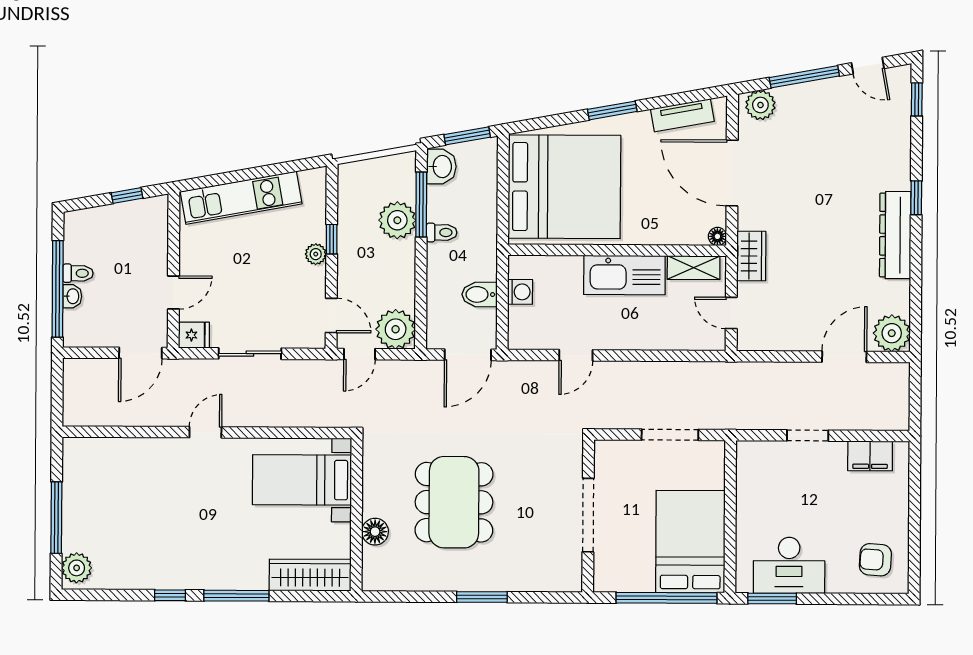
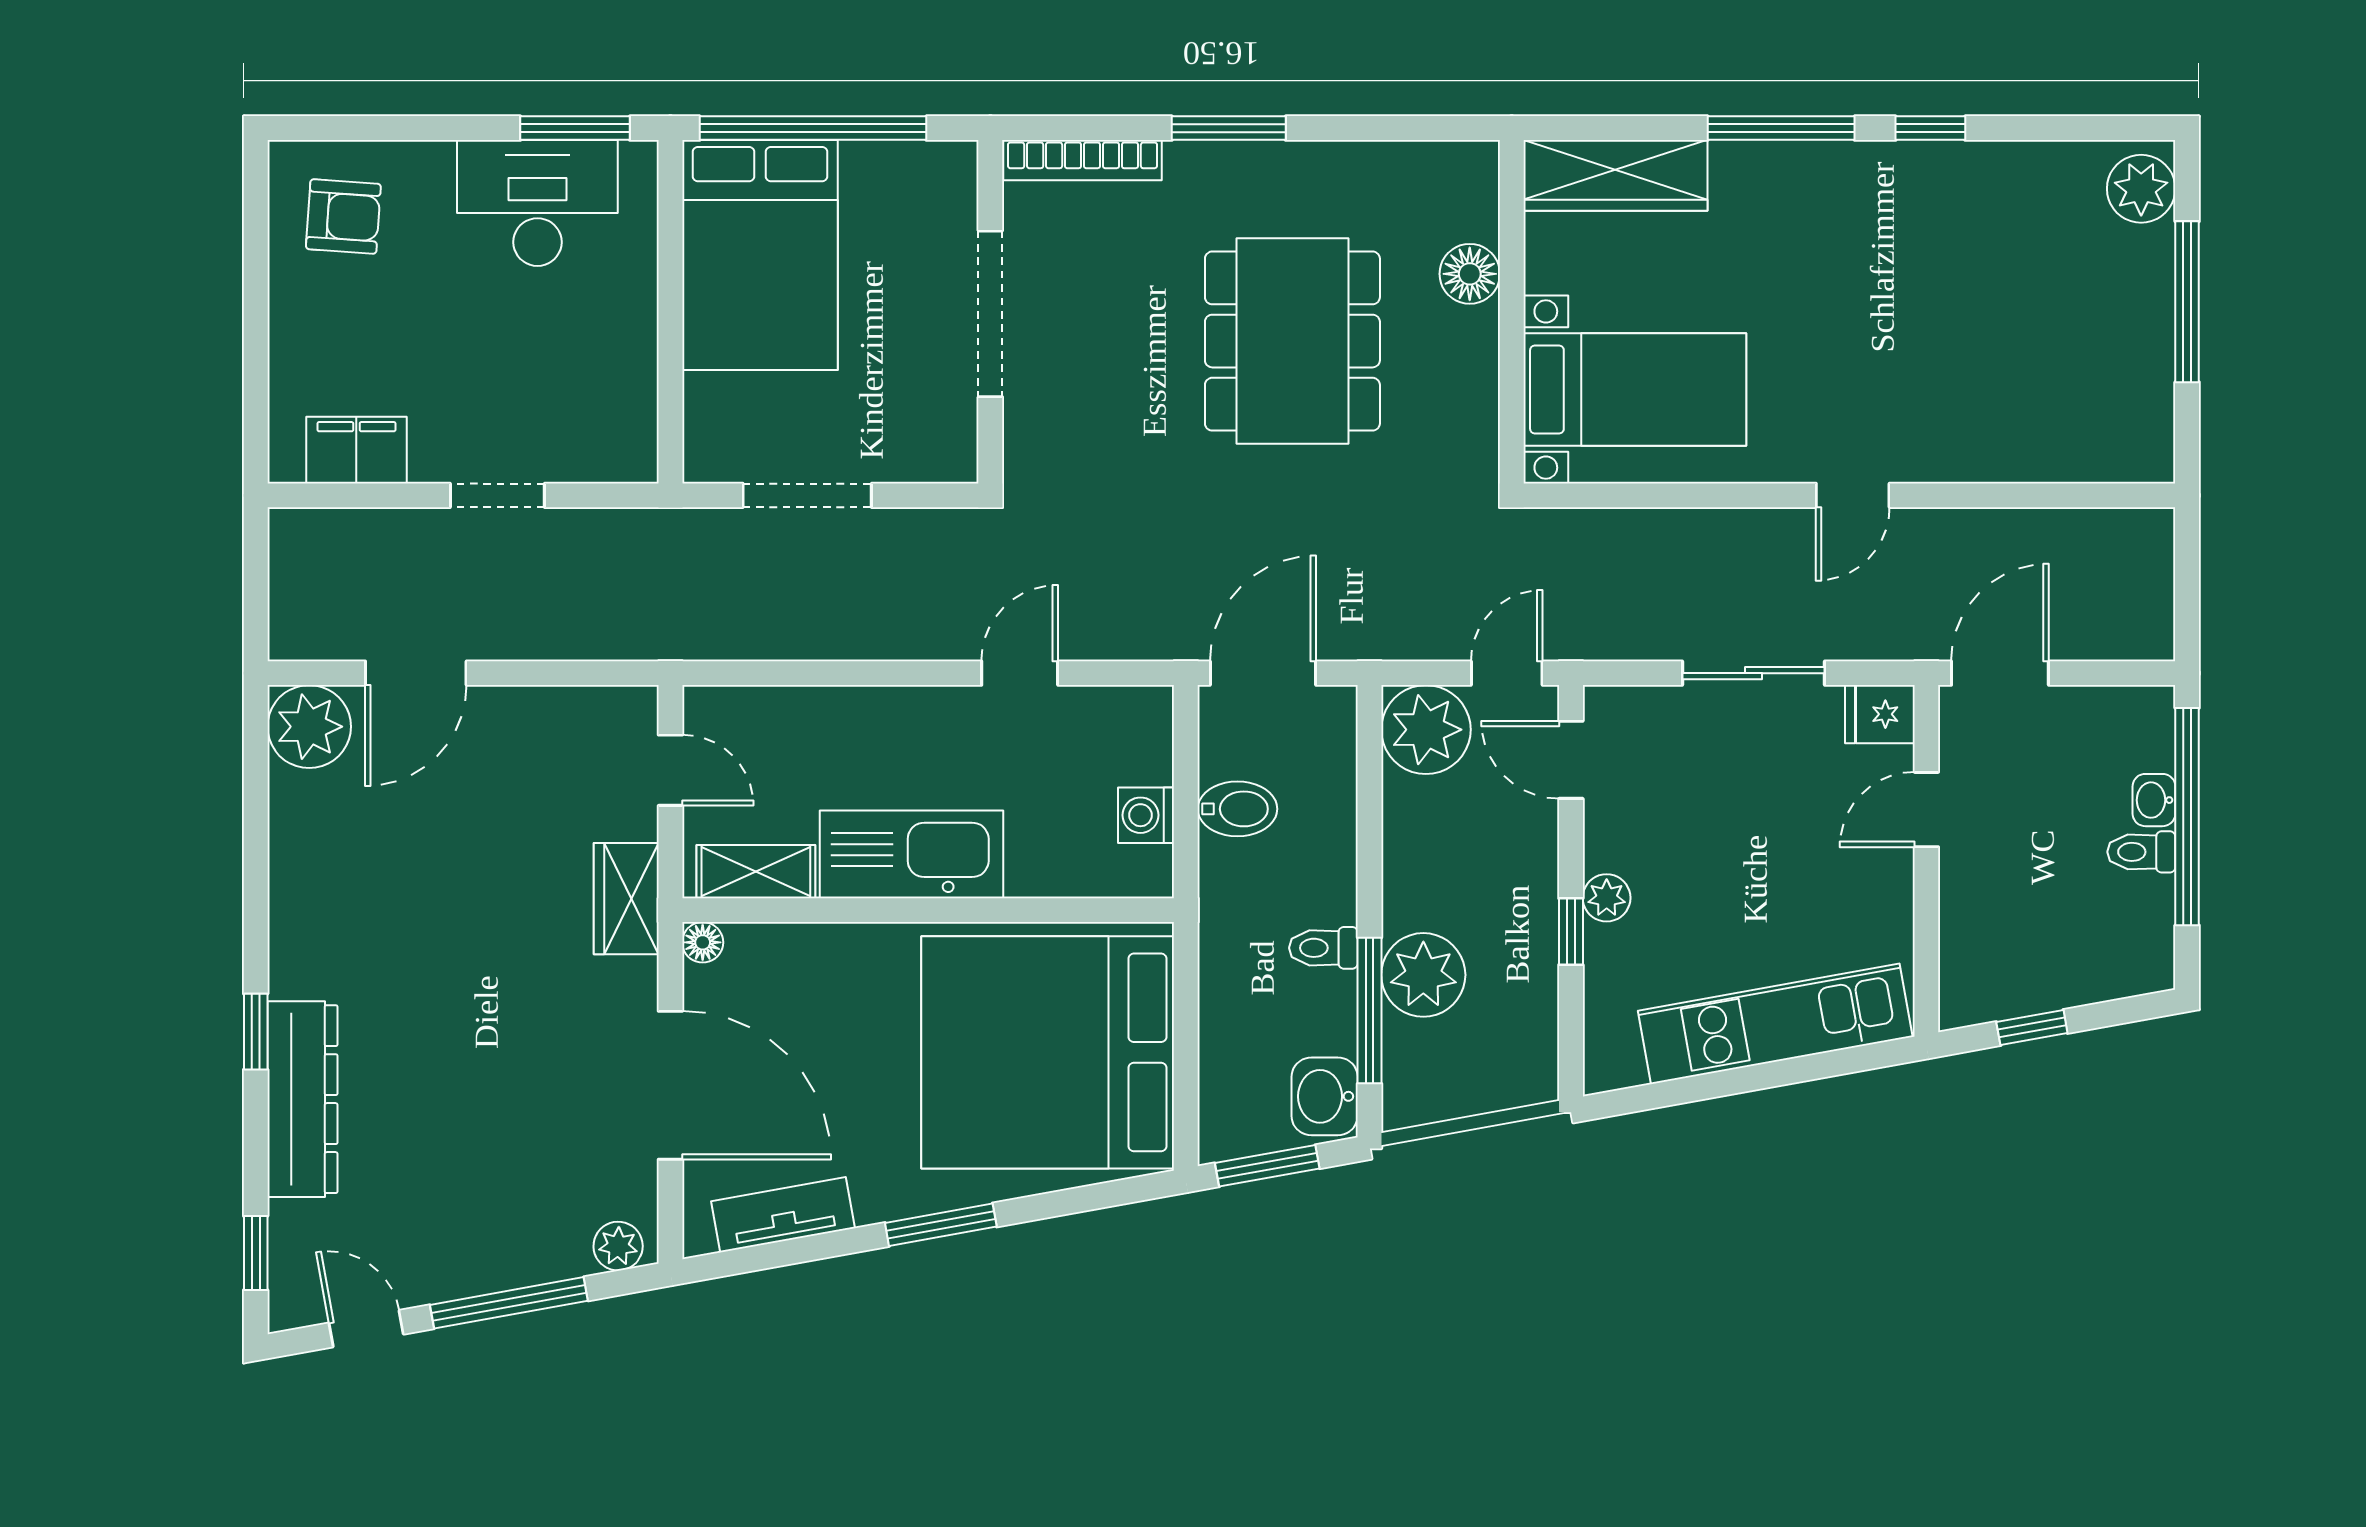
plant: (760, 105) -> (618, 1246), width x0.73, depth x0.73
dresser: (895, 235) -> (302, 1099), moved
bookcase: (547, 583) -> (1083, 160), added

